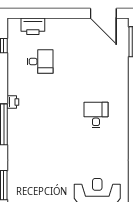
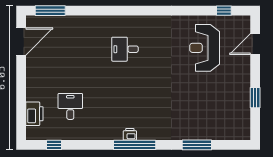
printer: (13, 102) -> (130, 134), moved

